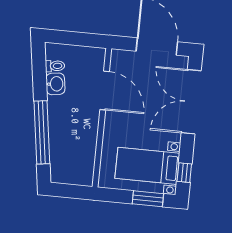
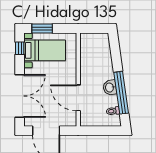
washbasin: (55, 84) -> (110, 88), moved
window: (42, 132) -> (121, 93), moved

